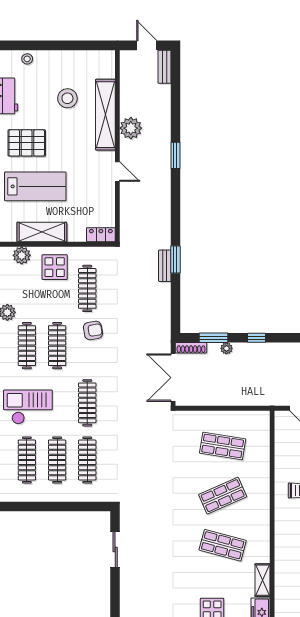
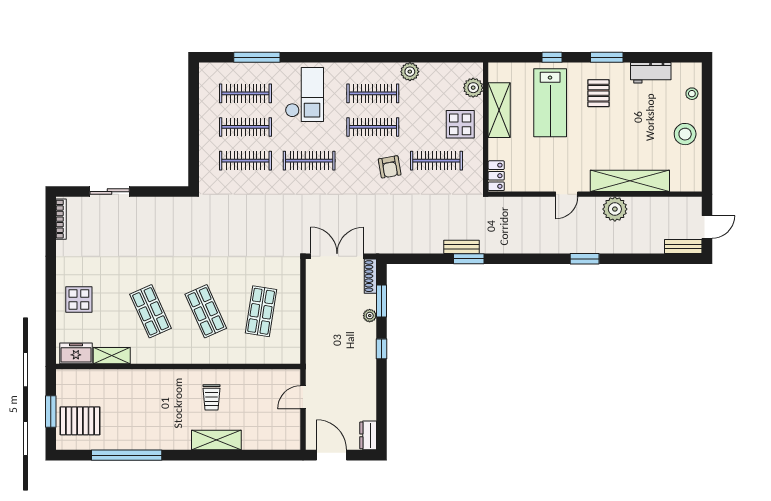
stool: (67, 98) -> (685, 134), moved
pallet: (27, 143) -> (598, 93), width x0.67, depth x0.71
shop shelf: (223, 545) -> (151, 311), turned -39
sliding door: (115, 550) -> (110, 192), moved

